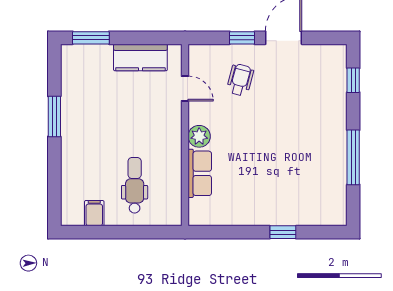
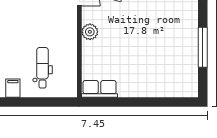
row of seats: (200, 173) -> (100, 89), moved, turned -90
window: (283, 232) -> (151, 102), removed

